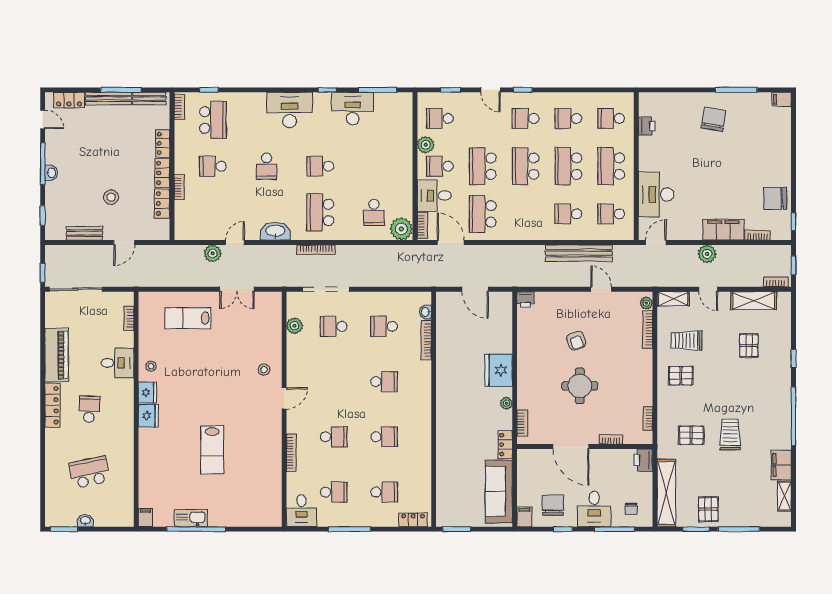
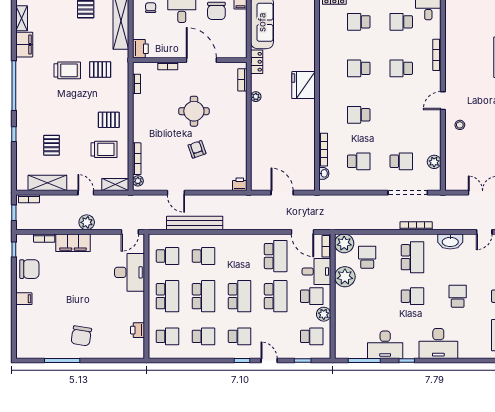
filing cabinet: (782, 99) -> (24, 299), moved
plant: (401, 189) -> (345, 277), added
fridge: (499, 370) -> (303, 85), moved, turned 180
trolley: (730, 434) -> (67, 70), turned -90

